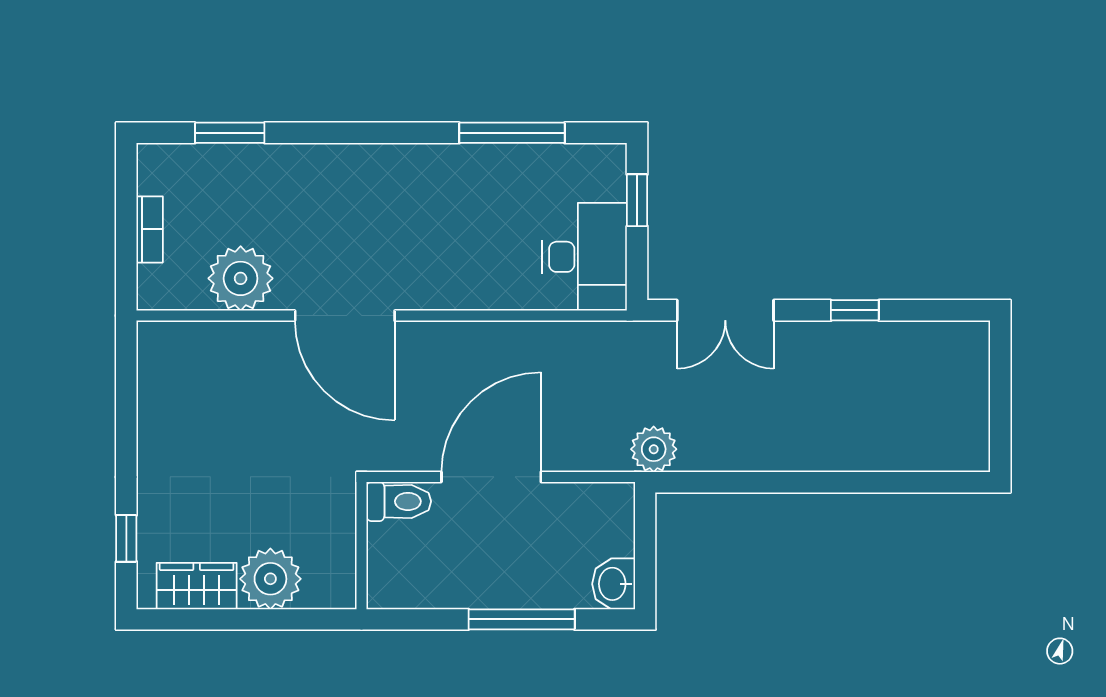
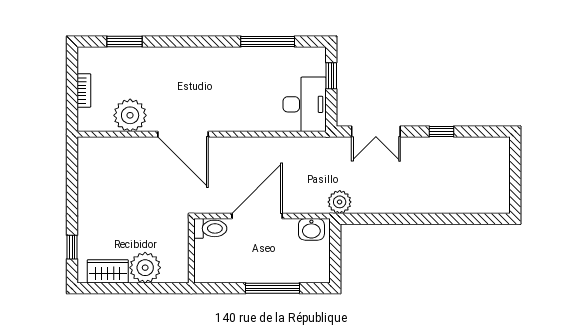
washbasin: (614, 584) -> (311, 229), moved, turned -90

